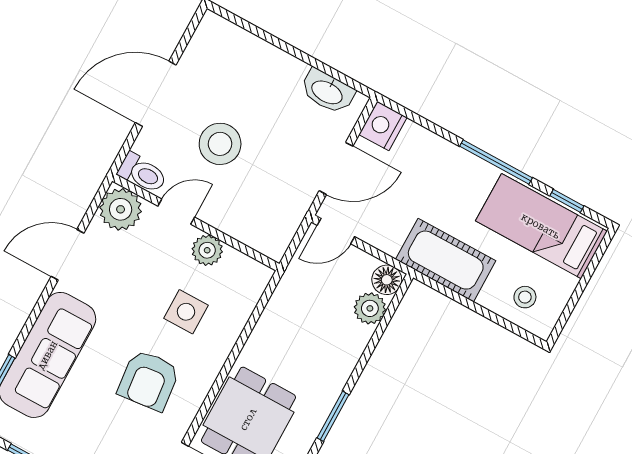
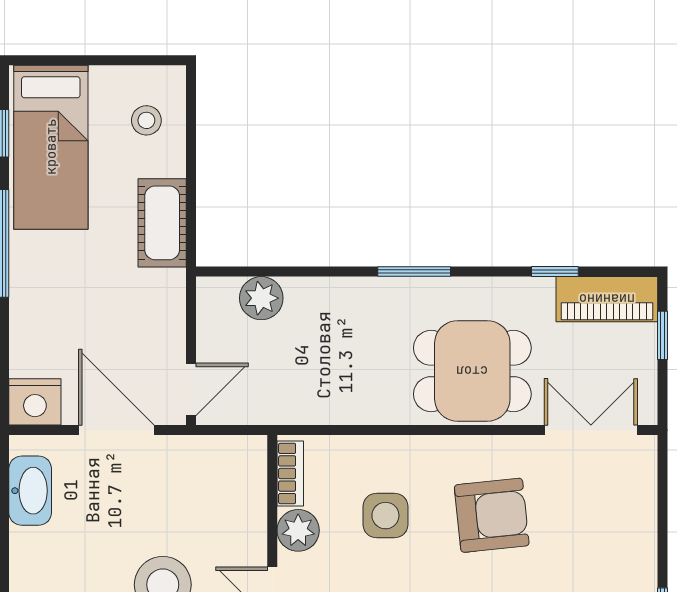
door: (336, 231) -> (191, 389), hinge flipped
cot: (446, 260) -> (162, 223), width x0.73, depth x0.75
bookcase: (247, 265) -> (290, 473), added
floor lamp: (387, 280) -> (216, 297), removed

